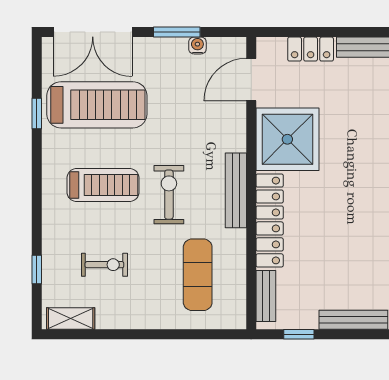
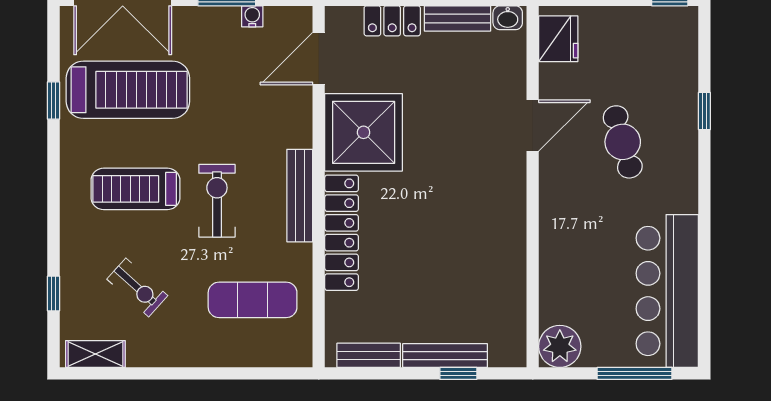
treadmill: (103, 185) -> (135, 189), turned 180
exercise bike: (104, 265) -> (137, 287), turned 42
exercise mat: (198, 275) -> (253, 300), turned 90
bench: (266, 296) -> (369, 355), moved, turned 90
window: (299, 334) -> (458, 373), moved

